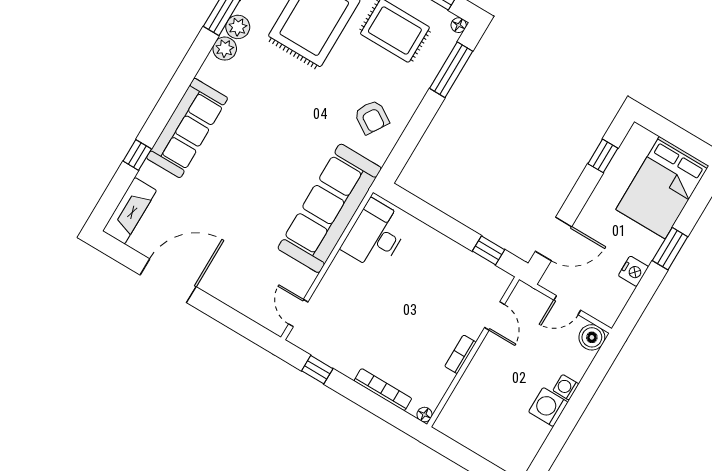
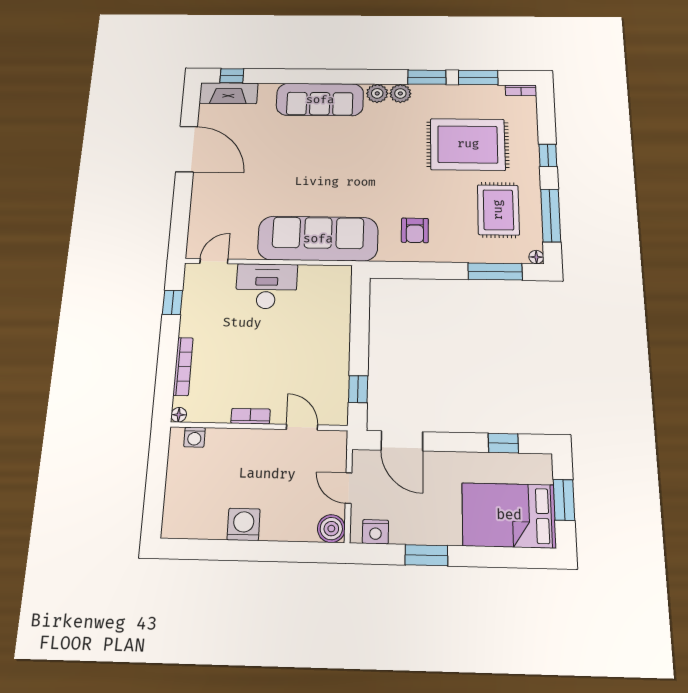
plant: (238, 27) -> (377, 93), moved
armchair: (372, 117) -> (415, 230), turned -32
window: (676, 135) -> (564, 500), added
window: (137, 155) -> (232, 76), moved
desk: (375, 235) -> (266, 286), moved
window: (670, 249) -> (426, 555), moved
nightstand: (633, 271) -> (375, 532), moved
door: (495, 316) -> (302, 427), swing flipped
washing machine: (566, 387) -> (194, 437), moved, turned 180

